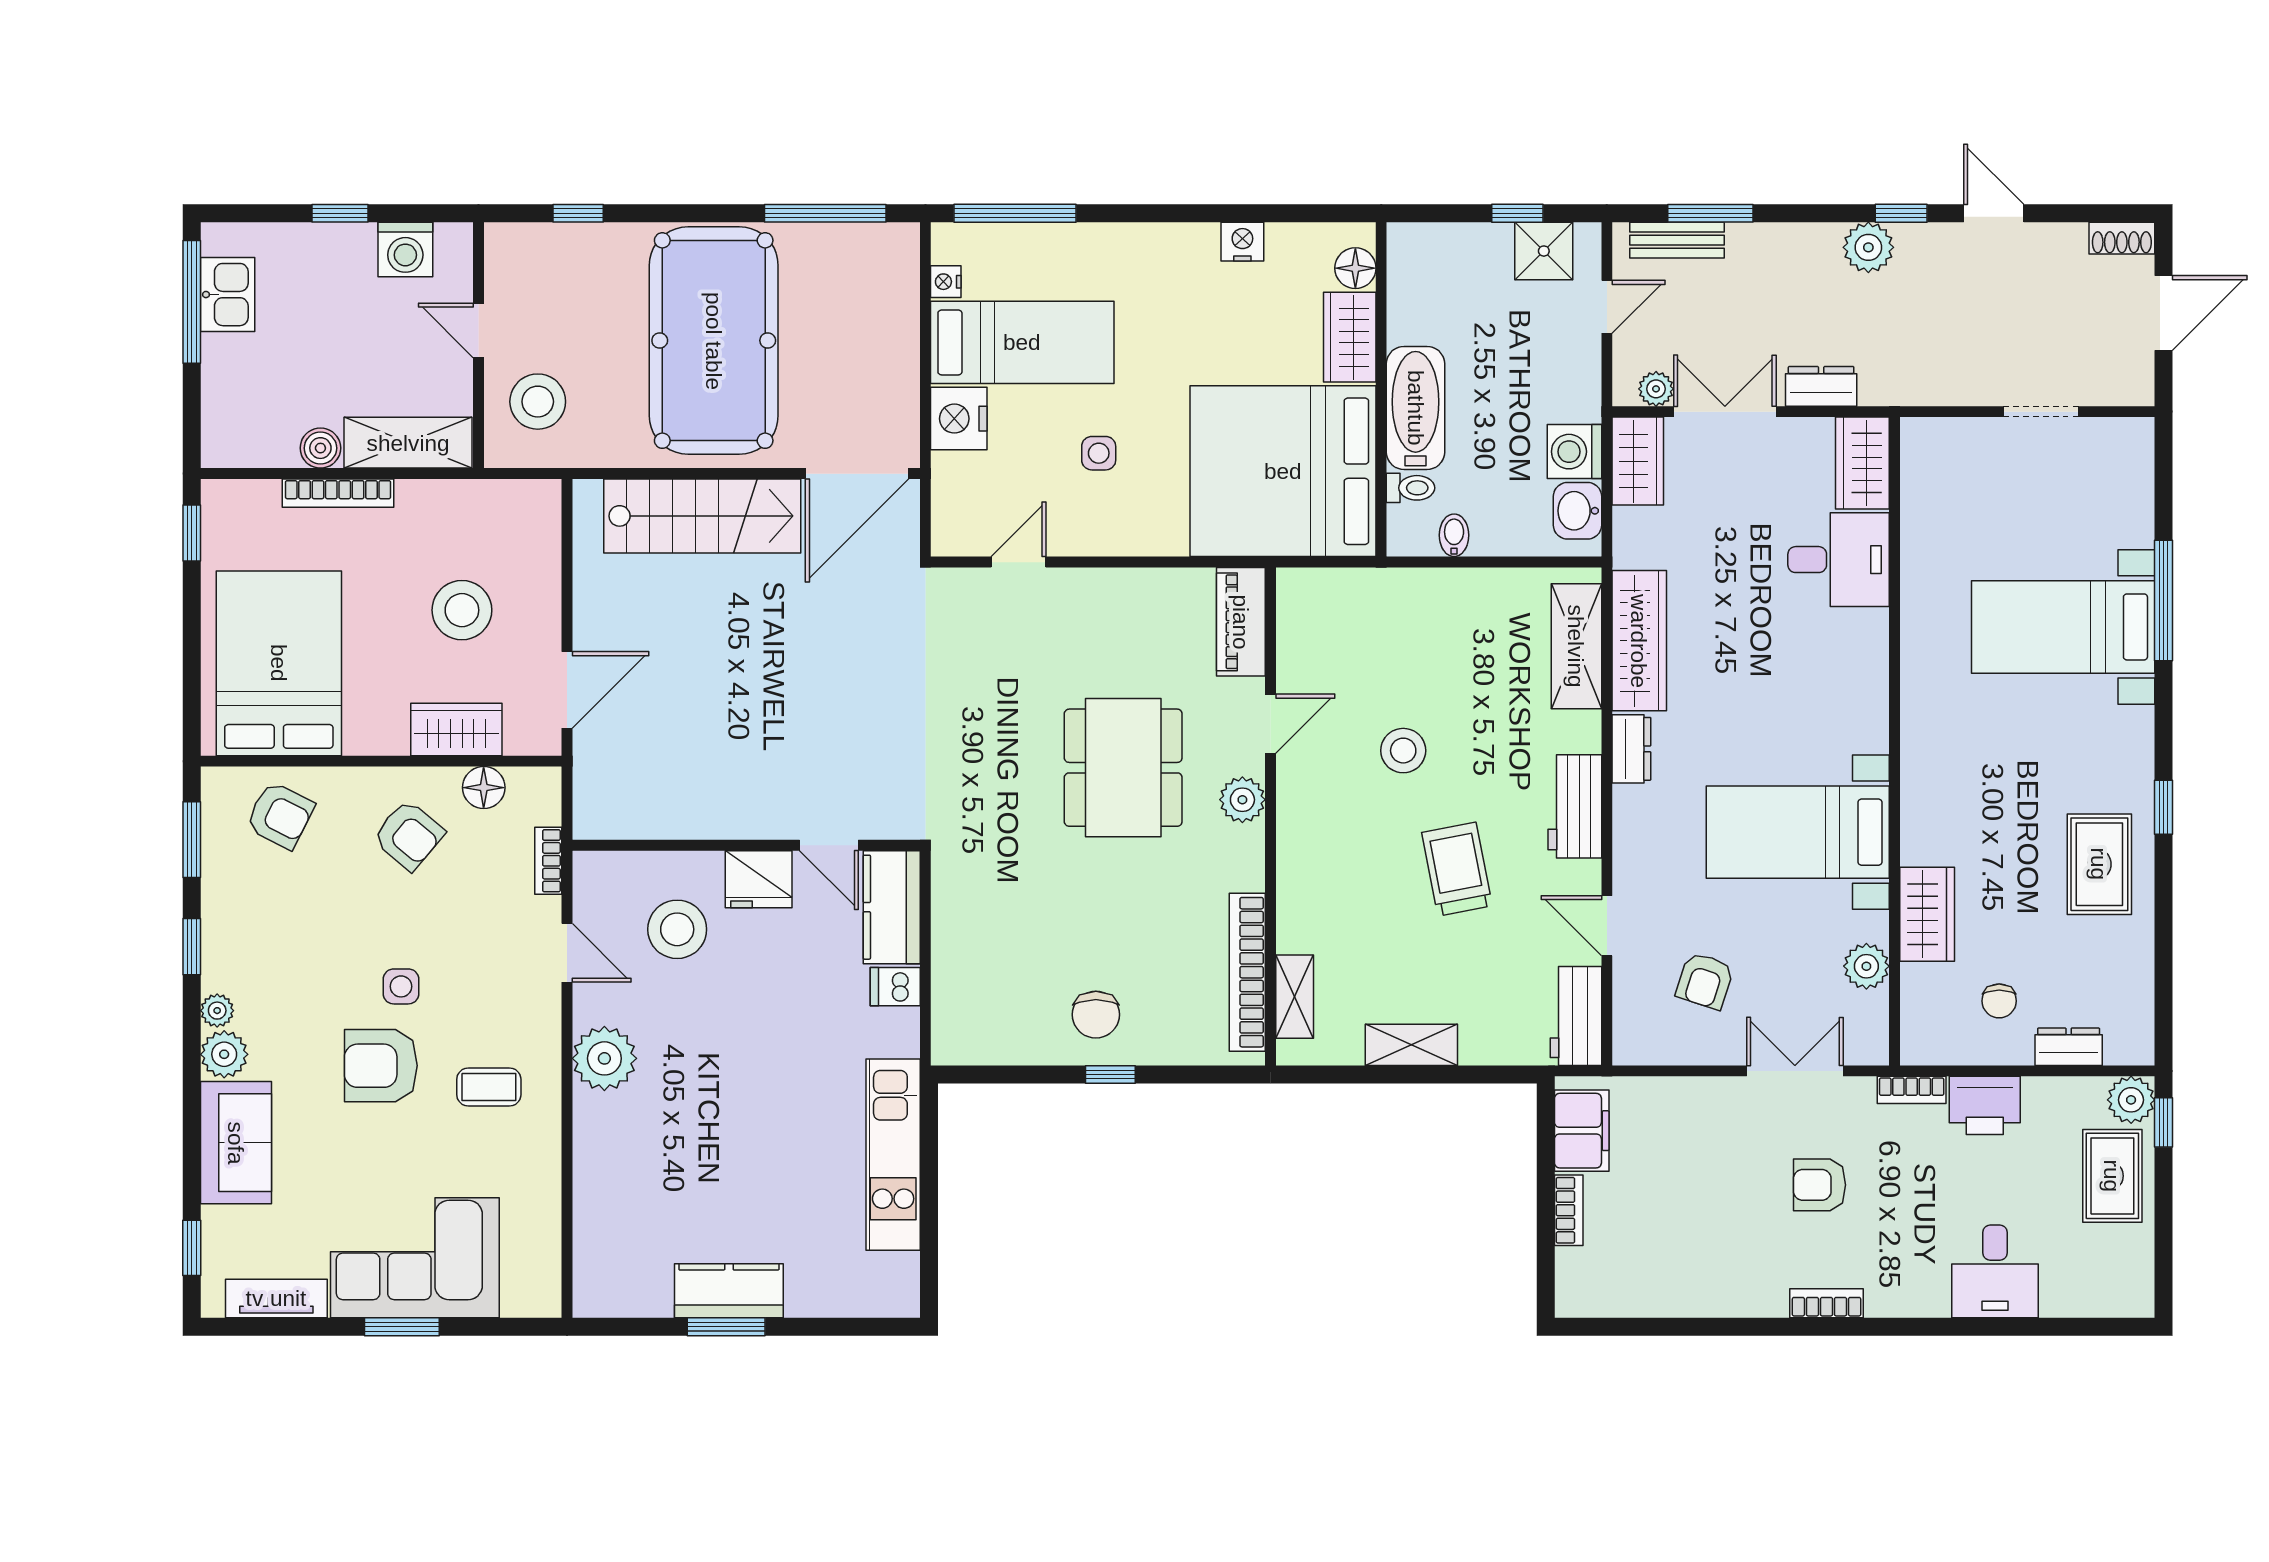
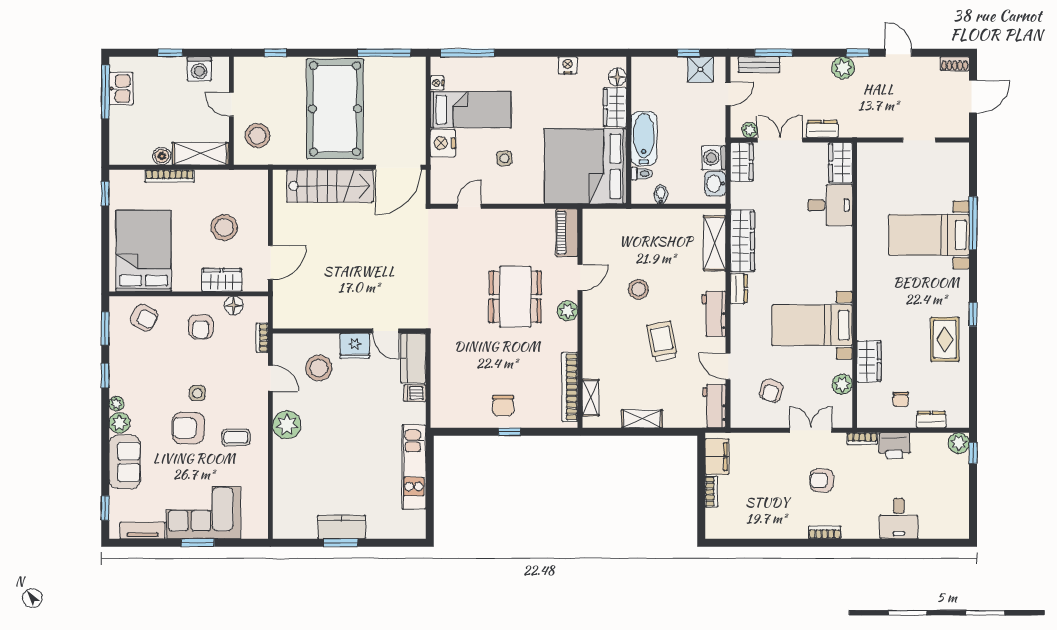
armchair: (409, 835) -> (201, 327), turned 50
rug: (2112, 1176) -> (951, 476), removed

